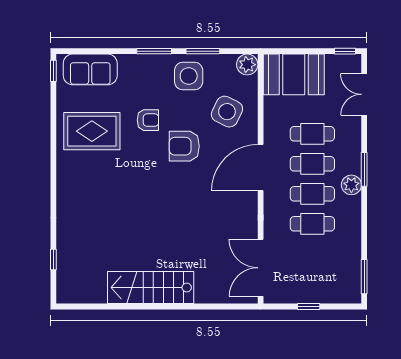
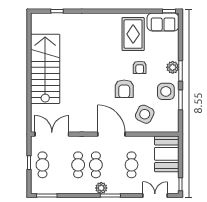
plant: (247, 65) -> (173, 67), moved
sofa: (90, 69) -> (163, 22), moved, turned -90
armchair: (184, 146) -> (124, 89), turned 180
cafe table: (312, 164) -> (42, 165), moved
stairs: (151, 288) -> (45, 69), width x1.36, depth x1.51

